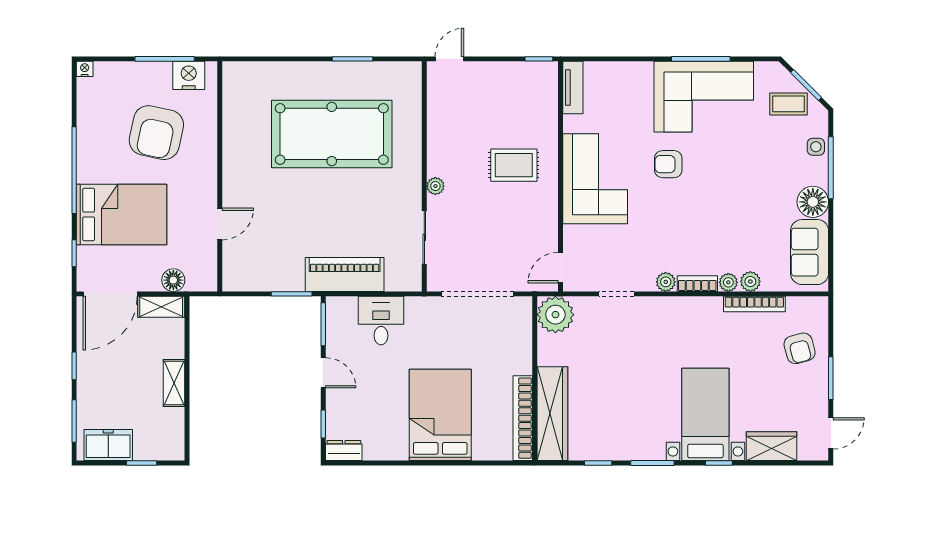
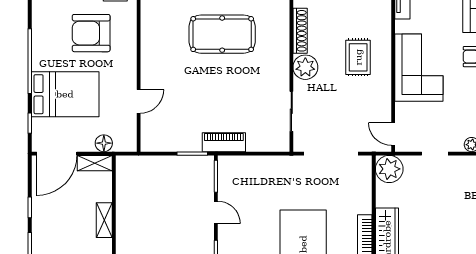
shoe rack: (436, 130) -> (300, 31), added
armchair: (156, 133) -> (91, 33), turned 78
pool table: (332, 134) -> (222, 34), width x0.73, depth x0.76
rug: (514, 165) -> (358, 57), turned 90
plant: (435, 186) -> (305, 67), width x1.88, depth x1.88
door: (561, 268) -> (393, 134), hinge flipped
piano: (345, 274) -> (224, 142), width x0.73, depth x0.75
desk: (381, 321) -> (259, 173), removed

